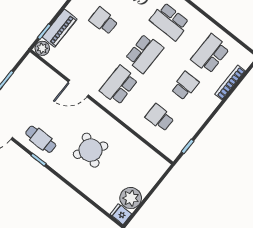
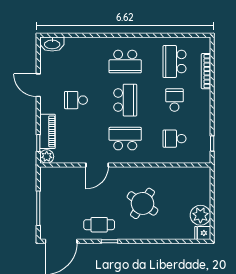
school desk: (119, 85) -> (125, 139), turned 90

